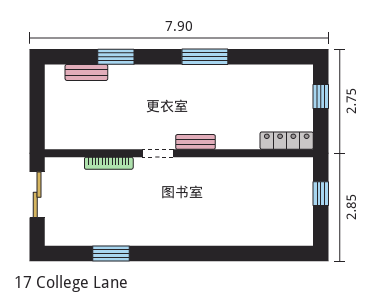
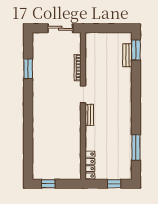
window: (116, 57) -> (136, 50), moved
window: (205, 57) -> (136, 147), moved
window: (321, 194) -> (48, 184), moved

